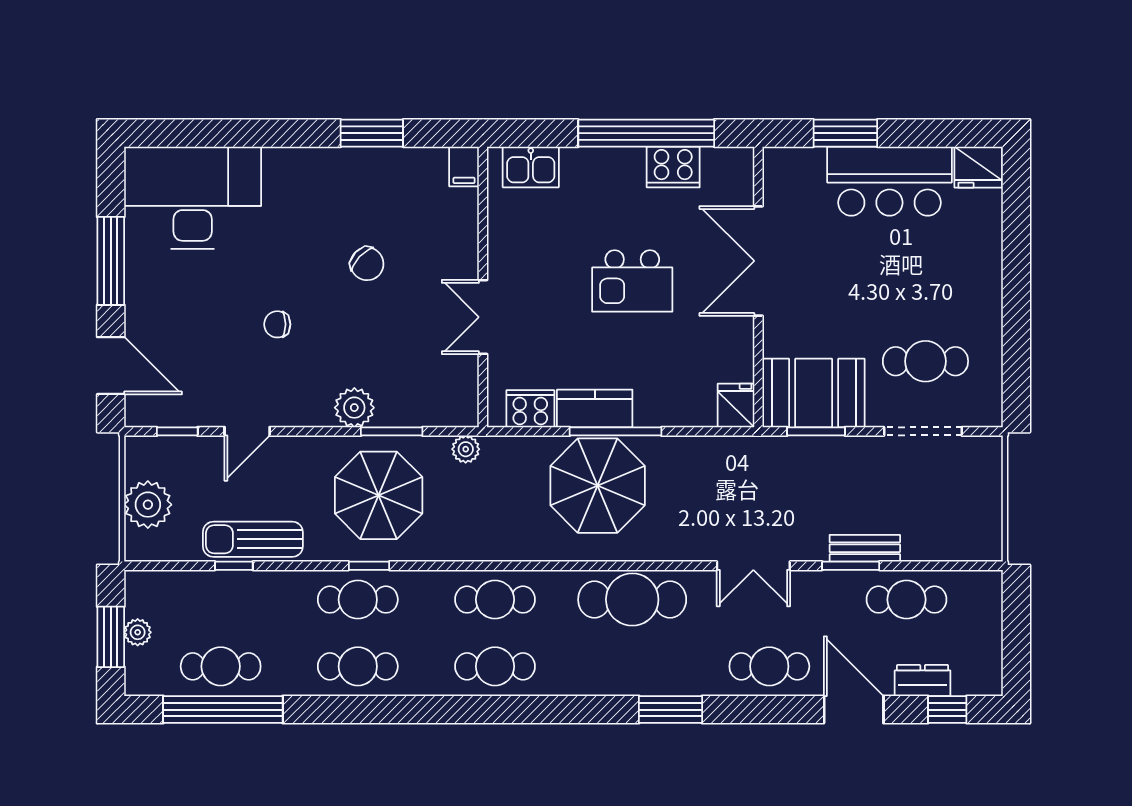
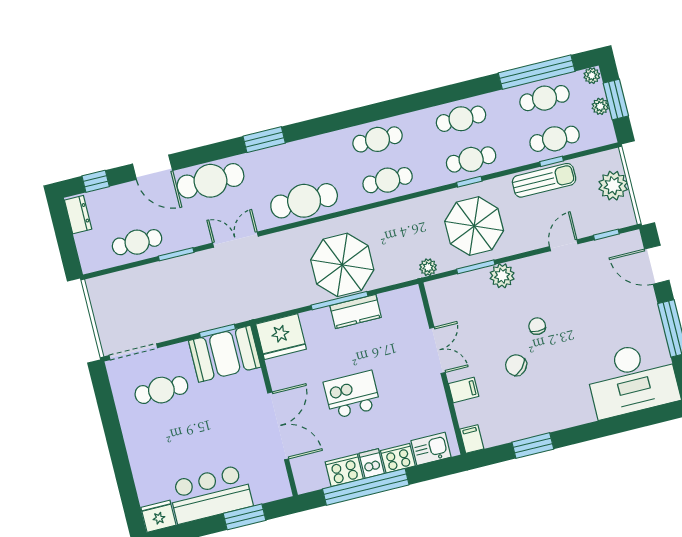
dishwasher: (628, 167) -> (372, 463), added
filing cabinet: (458, 246) -> (464, 390), added
chair: (277, 324) -> (537, 326), moved, turned -90
fridge: (736, 405) -> (281, 337), width x1.88, depth x1.34
cooker: (530, 409) -> (398, 458), moved, turned 180
doorway: (923, 431) -> (133, 352), moved
bench: (865, 548) -> (170, 267), removed
cafe table: (221, 600) -> (555, 139), added
cafe table: (769, 666) -> (210, 181), width x1.37, depth x1.35
dresser: (923, 680) -> (78, 215), moved, turned -90
plant: (139, 683) -> (592, 76), added

